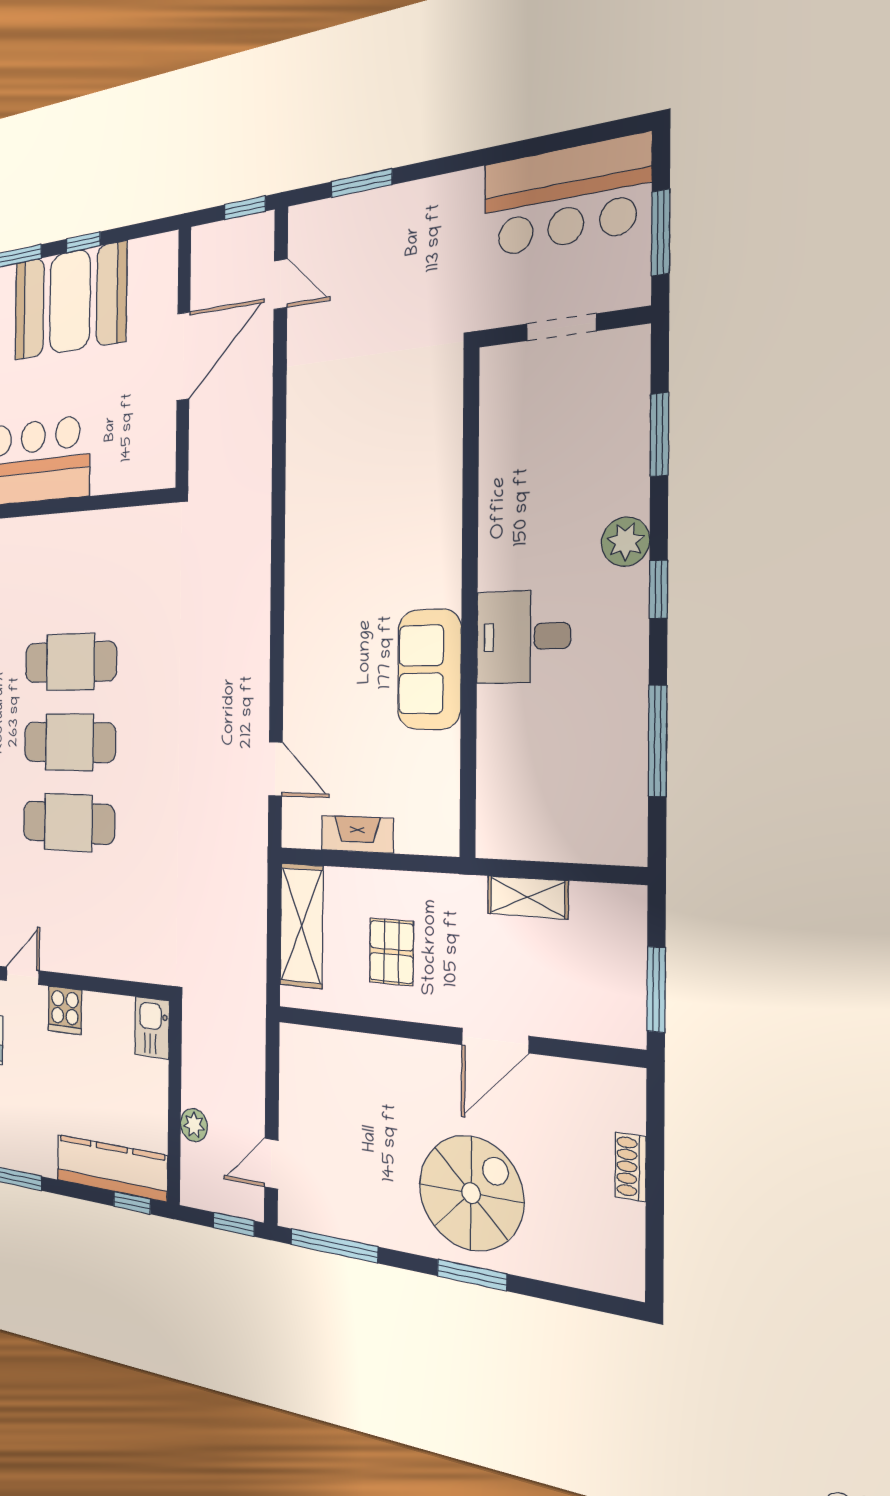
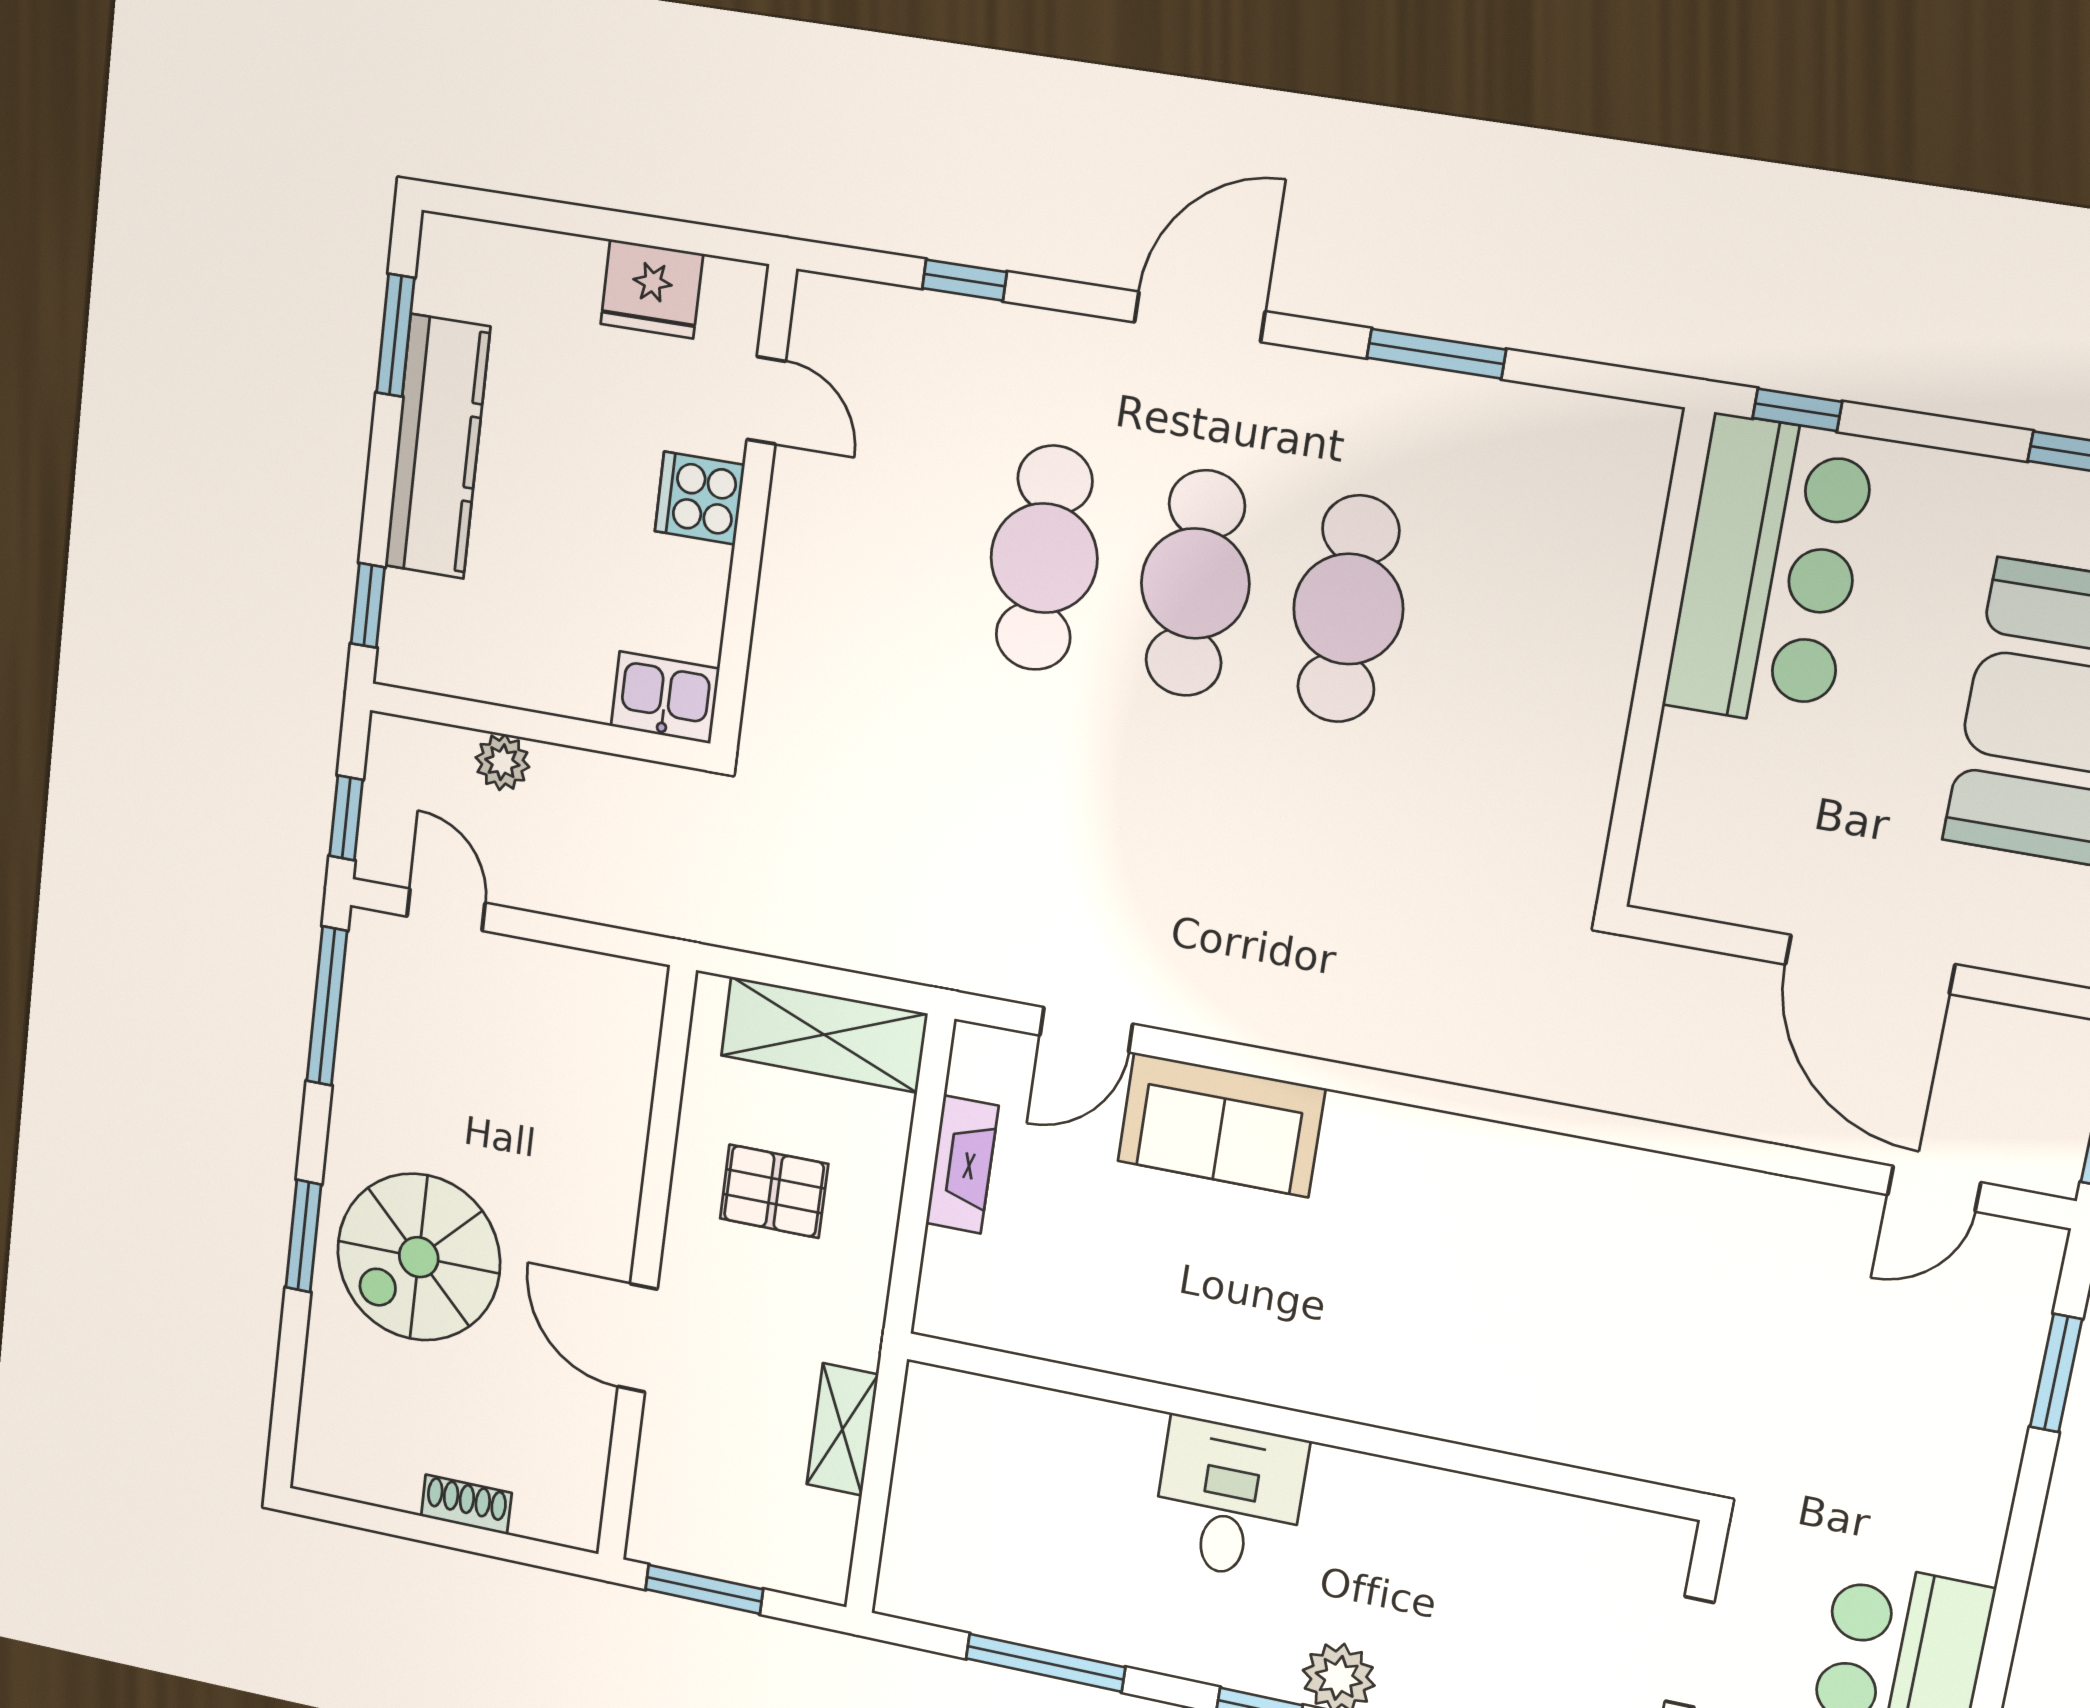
sofa: (429, 669) -> (1221, 1125), moved, turned 180
kitchen counter: (111, 1168) -> (437, 447), moved
spiral stairs: (471, 1193) -> (419, 1257), turned 90

